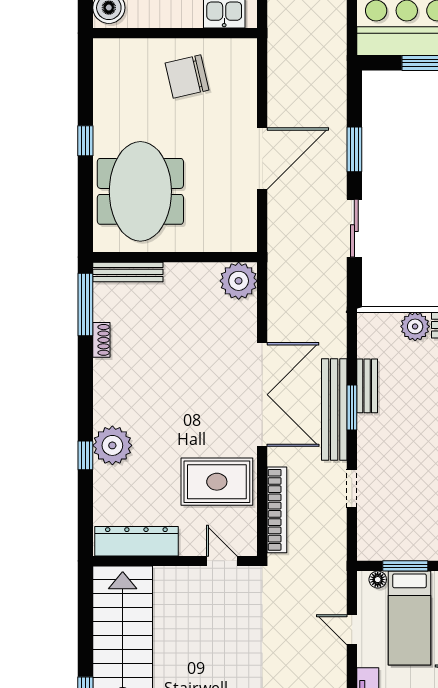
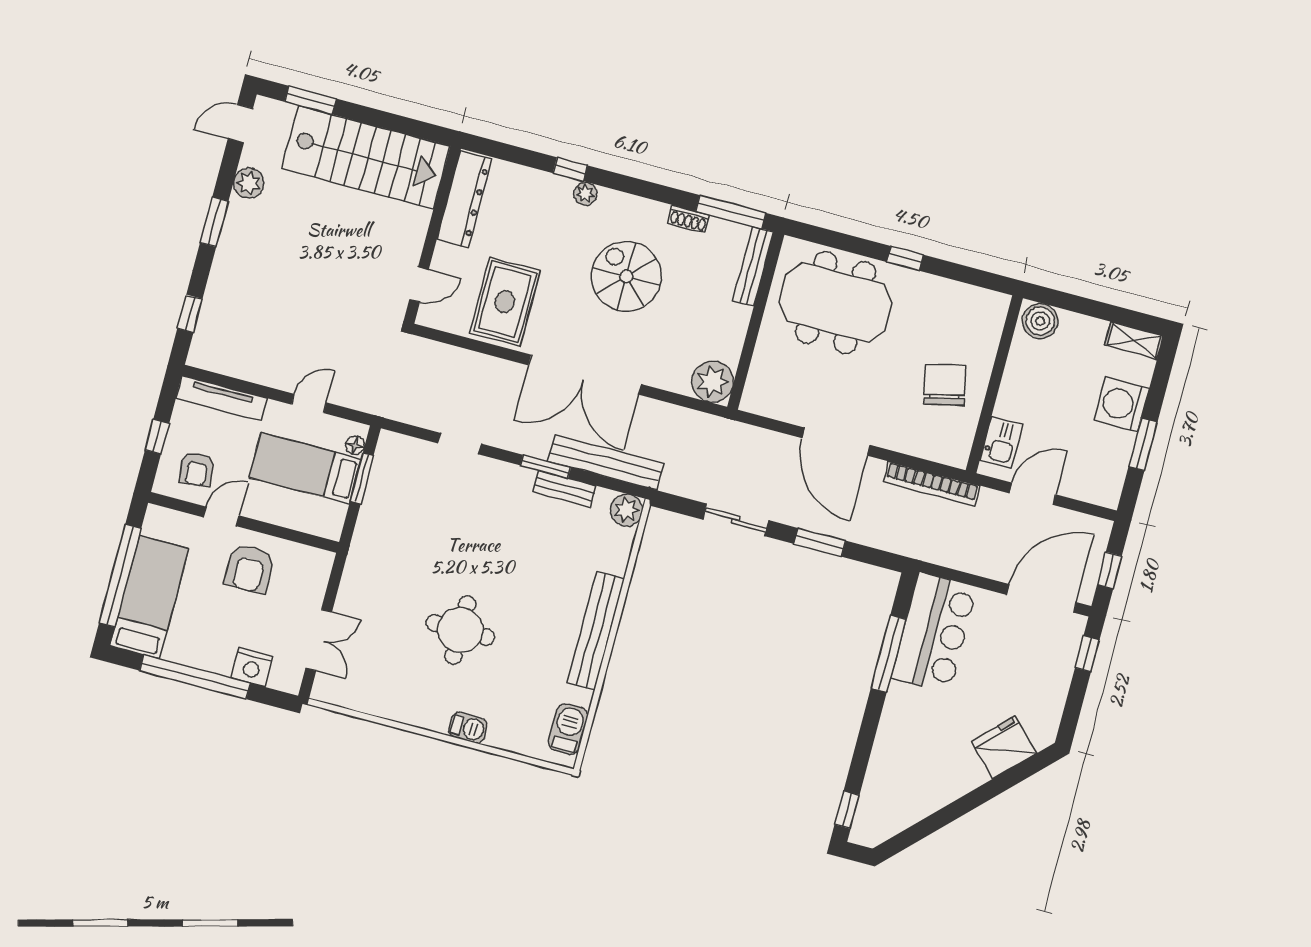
plant: (415, 326) -> (626, 510), moved
spiral stairs: (166, 381) -> (626, 276), added
bench: (334, 409) -> (606, 462), moved
plant: (112, 445) -> (585, 194), width x0.53, depth x0.53
bookcase: (277, 510) -> (932, 484), moved

